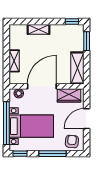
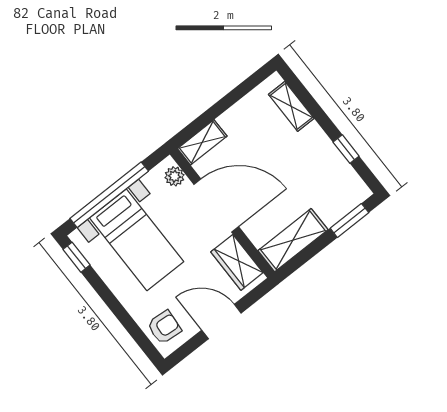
window: (72, 21) -> (346, 149), moved
shelving: (39, 29) -> (291, 106), moved
shelving: (14, 61) -> (202, 142), moved
window: (53, 154) -> (119, 311), removed

